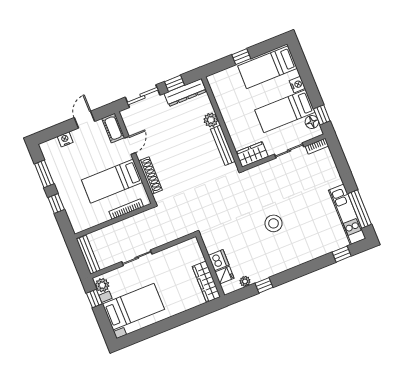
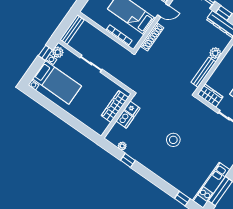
fridge: (224, 275) -> (132, 109), moved
wardrobe: (206, 282) -> (115, 106), moved

